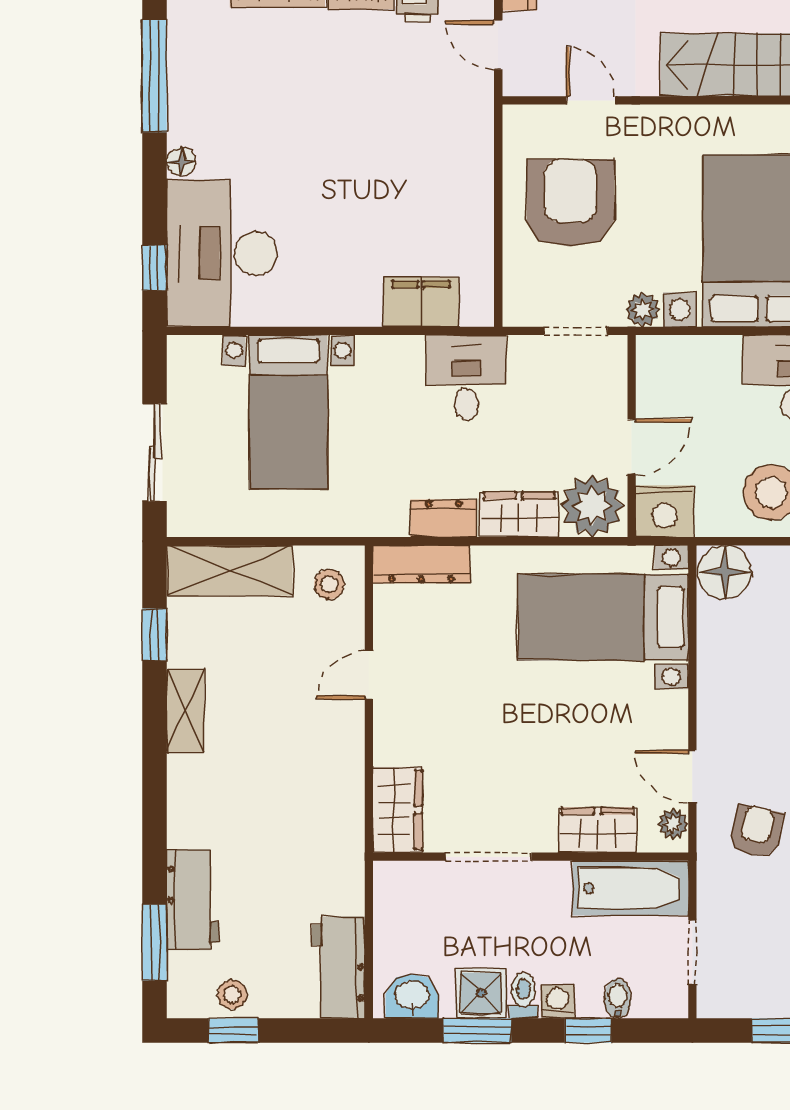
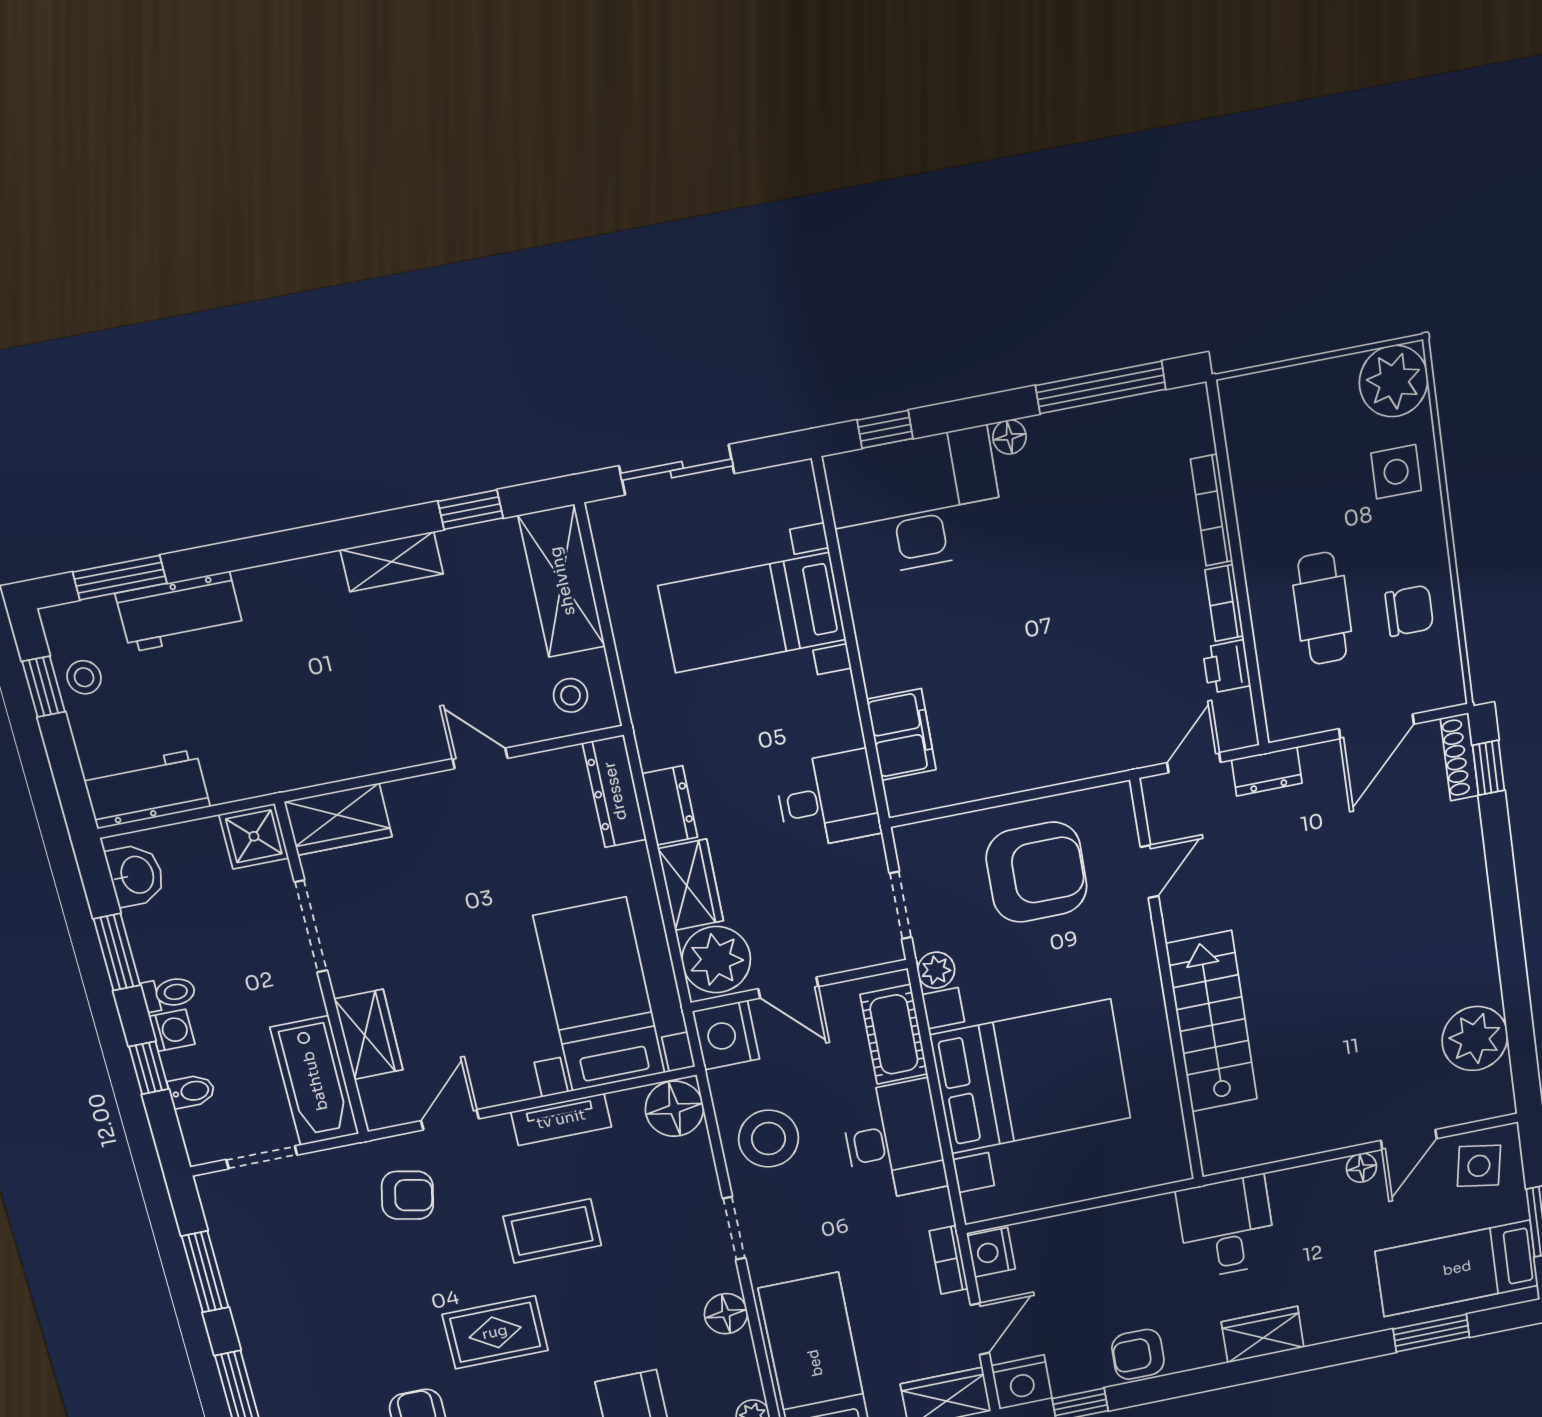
cot: (696, 359) -> (894, 1034), added
tv unit: (713, 677) -> (561, 1119), added
plant: (673, 824) -> (394, 1110), removed
shower: (481, 993) -> (254, 836), moved

